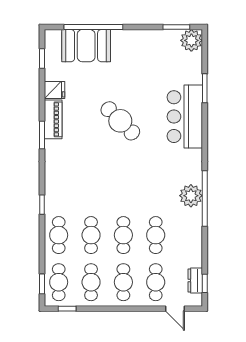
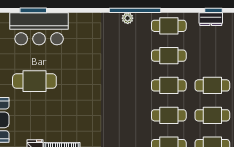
bar counter: (185, 117) -> (39, 29), moved
cafe table: (120, 121) -> (34, 81), moved, turned 45
plant: (191, 196) -> (128, 18), width x0.53, depth x0.53
cafe table: (156, 282) -> (169, 26), moved

